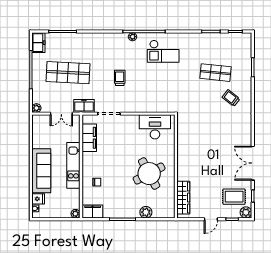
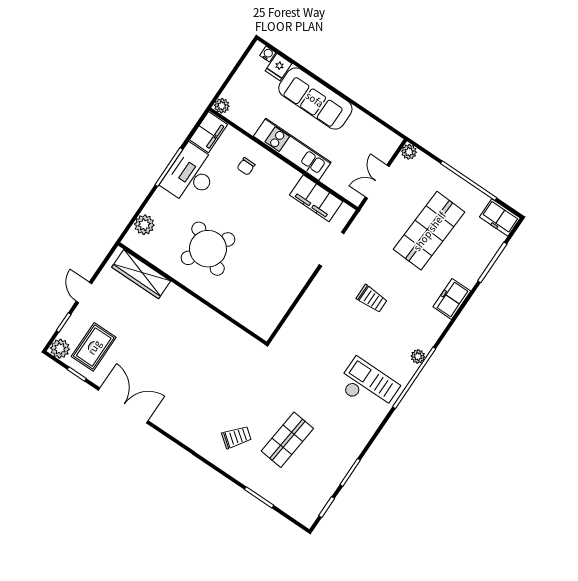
checkout: (163, 51) -> (368, 386), turned 90
freezer: (84, 106) -> (452, 299), moved, turned 180
desk: (155, 127) -> (191, 175), moved, turned 180
round table: (149, 174) -> (208, 249), turned -31
plant: (146, 212) -> (144, 225), moved

